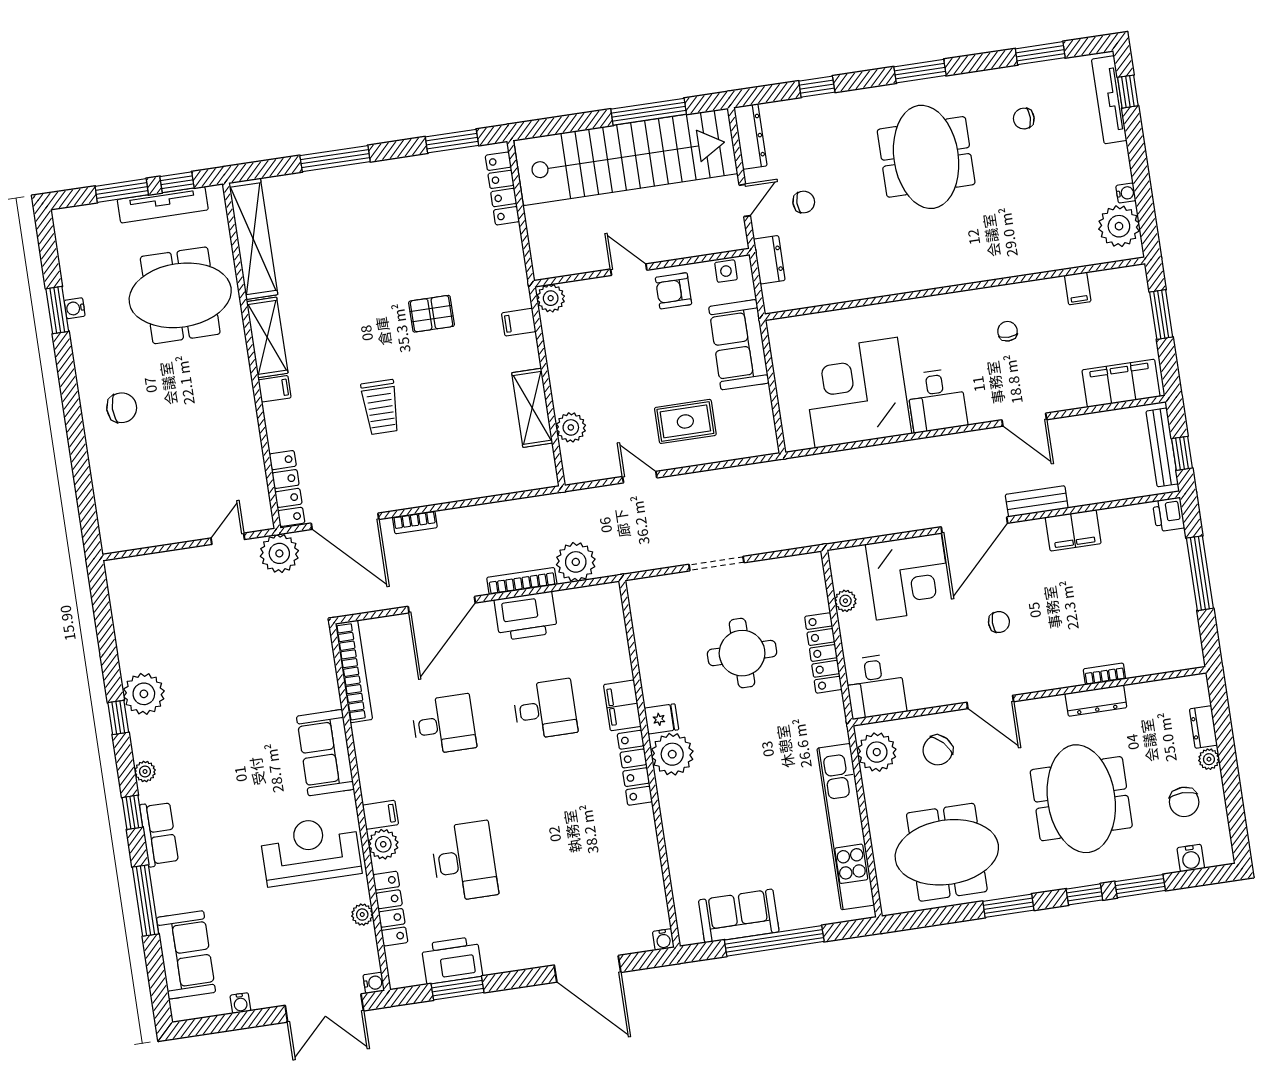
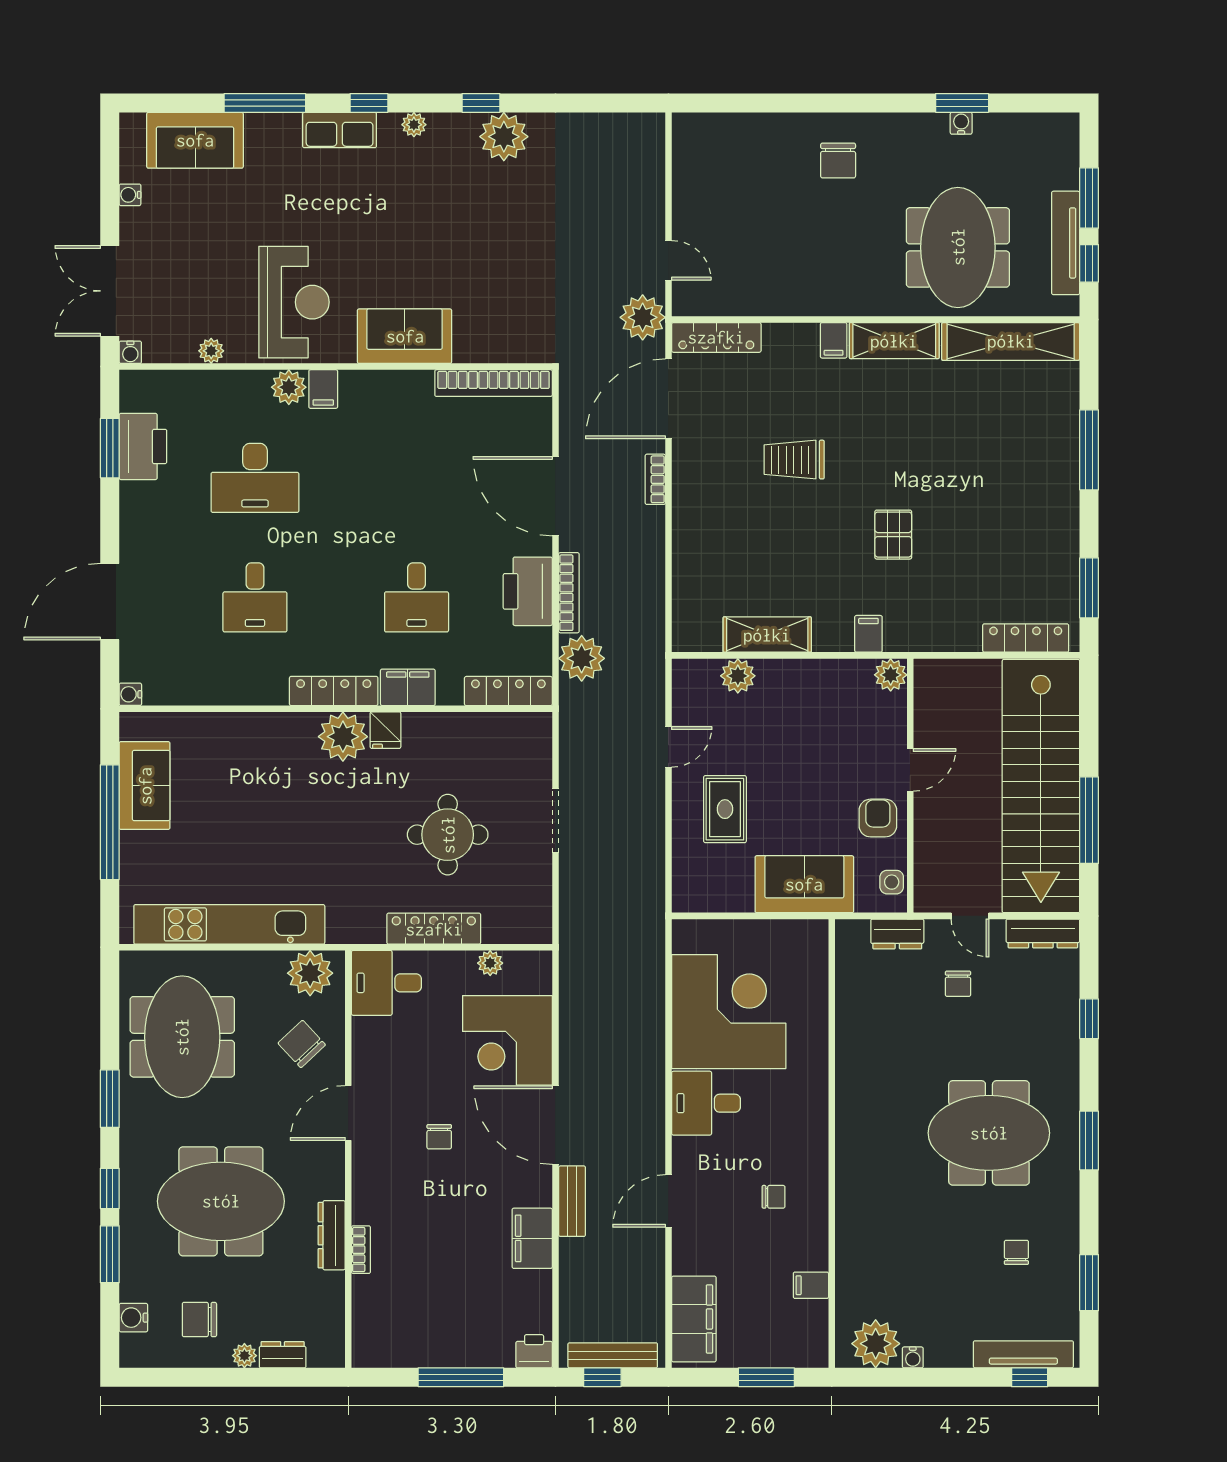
desk: (444, 725) -> (255, 597), moved
locker: (390, 909) -> (508, 691), moved, turned 180

